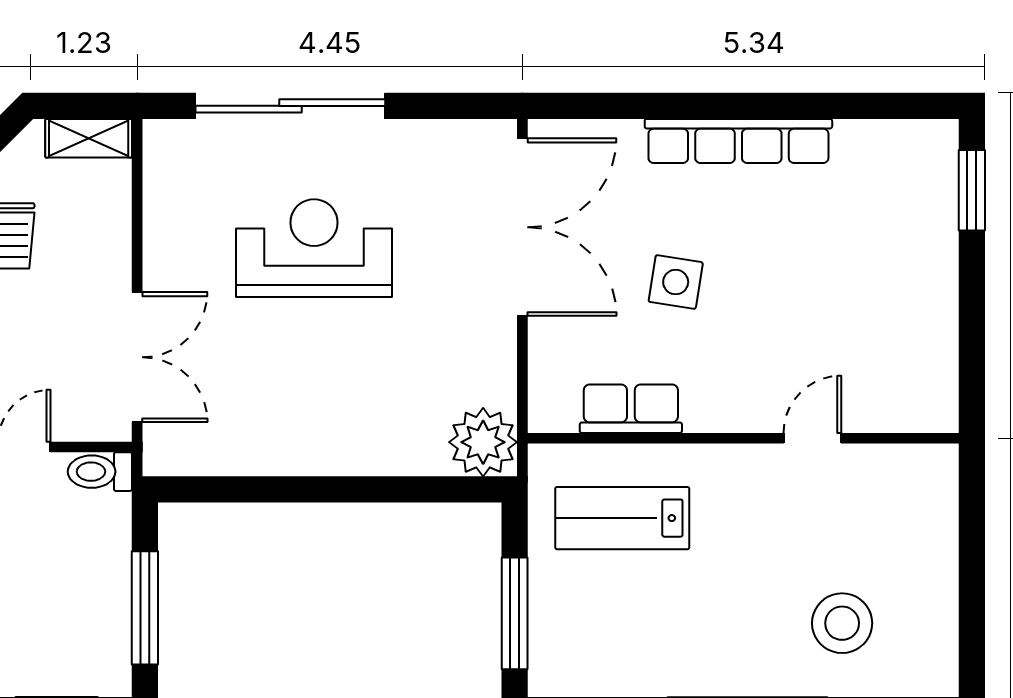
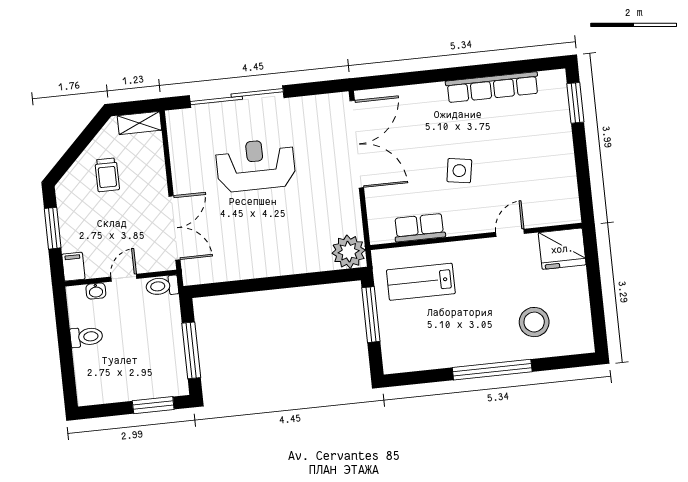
row of seats: (738, 141) -> (492, 87), moved
side table: (676, 282) -> (459, 171), moved
fridge: (914, 481) -> (562, 249), added
window: (515, 613) -> (371, 315), moved

